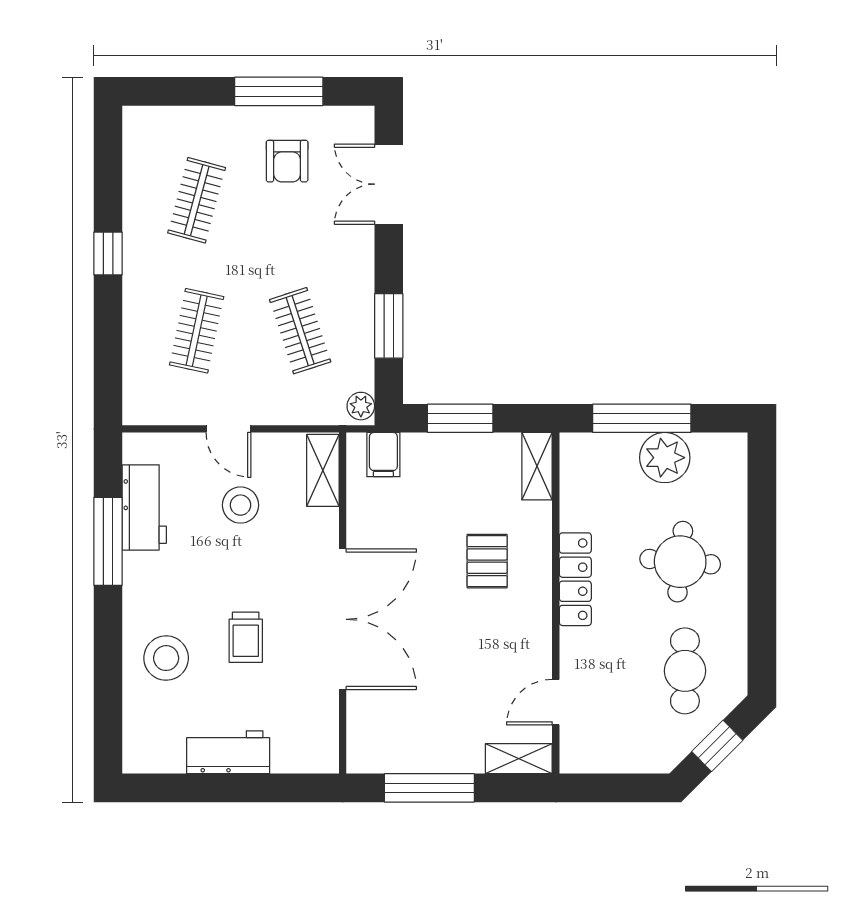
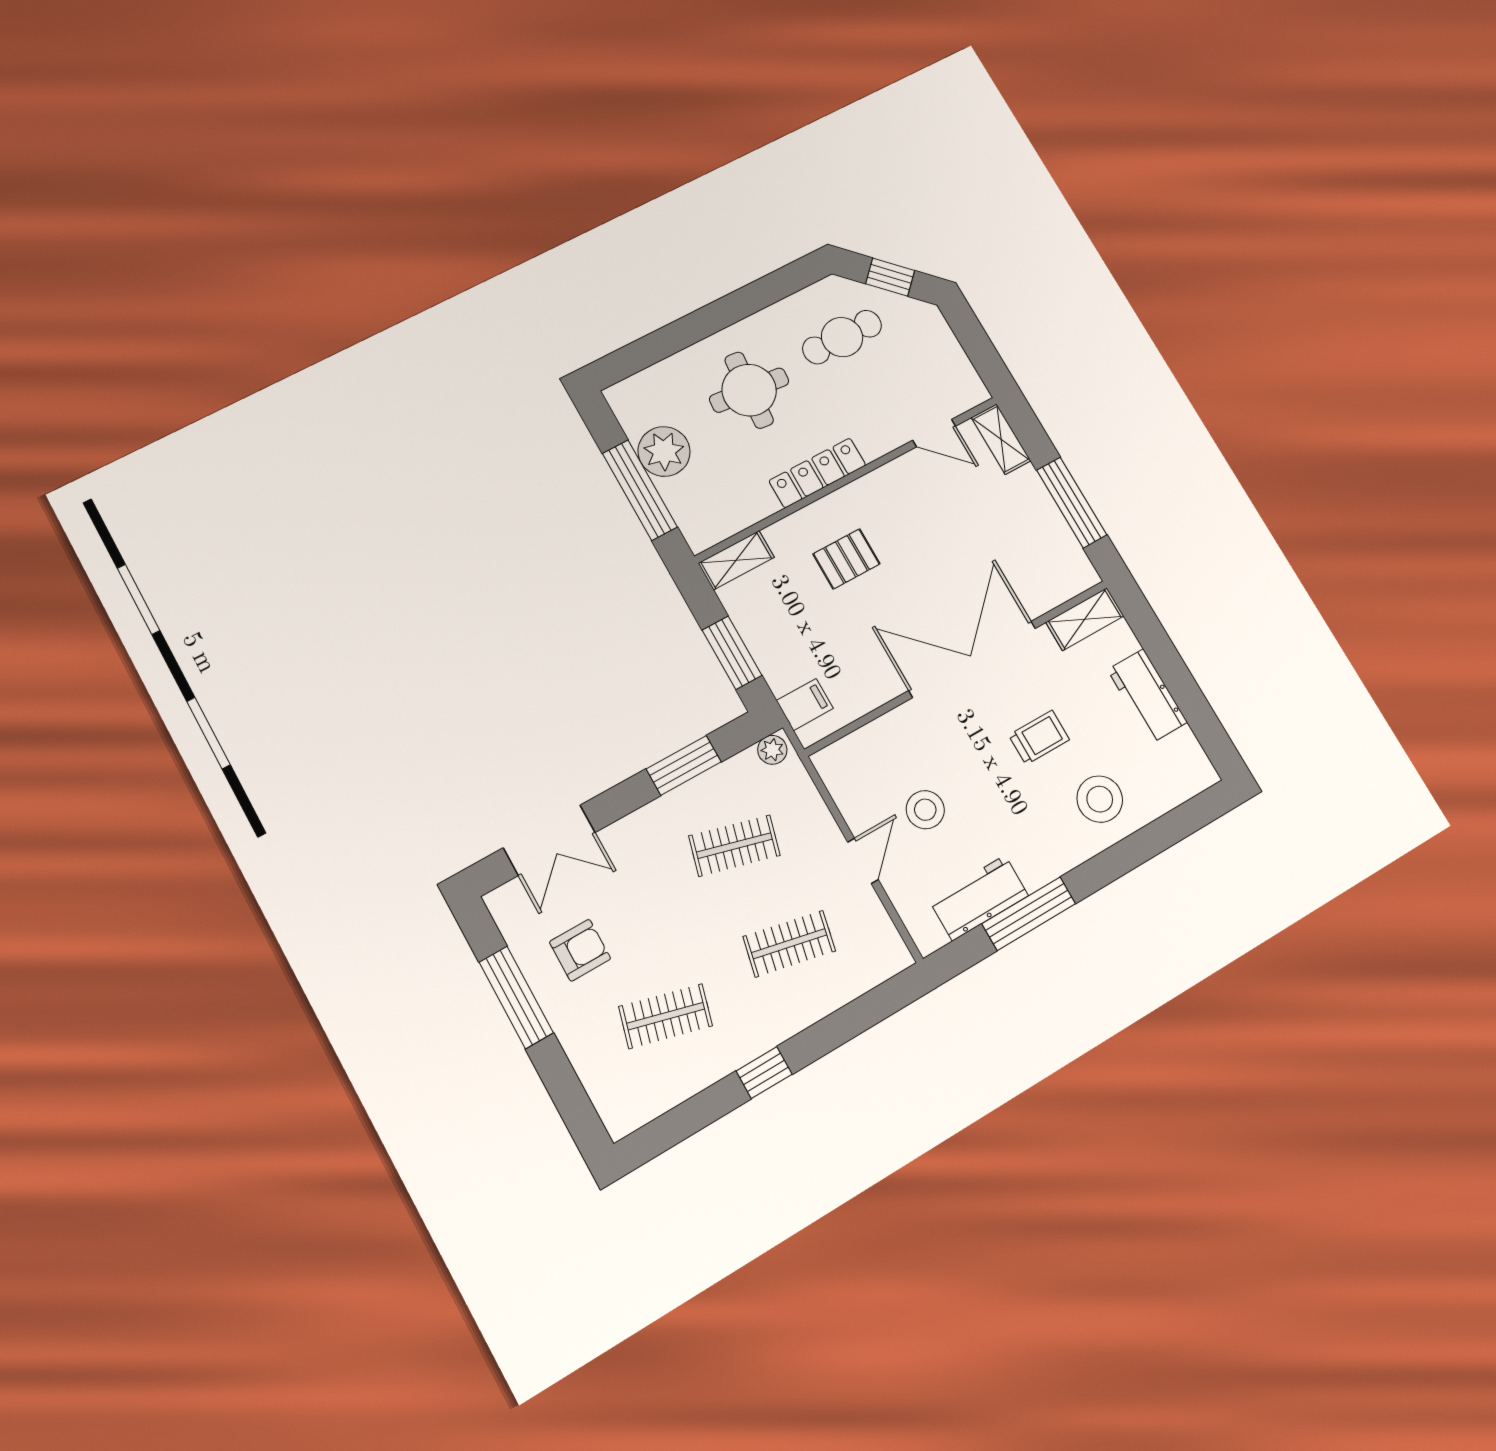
clothes rail: (300, 331) -> (734, 846), turned 33
shelving: (323, 470) -> (1085, 619), moved

